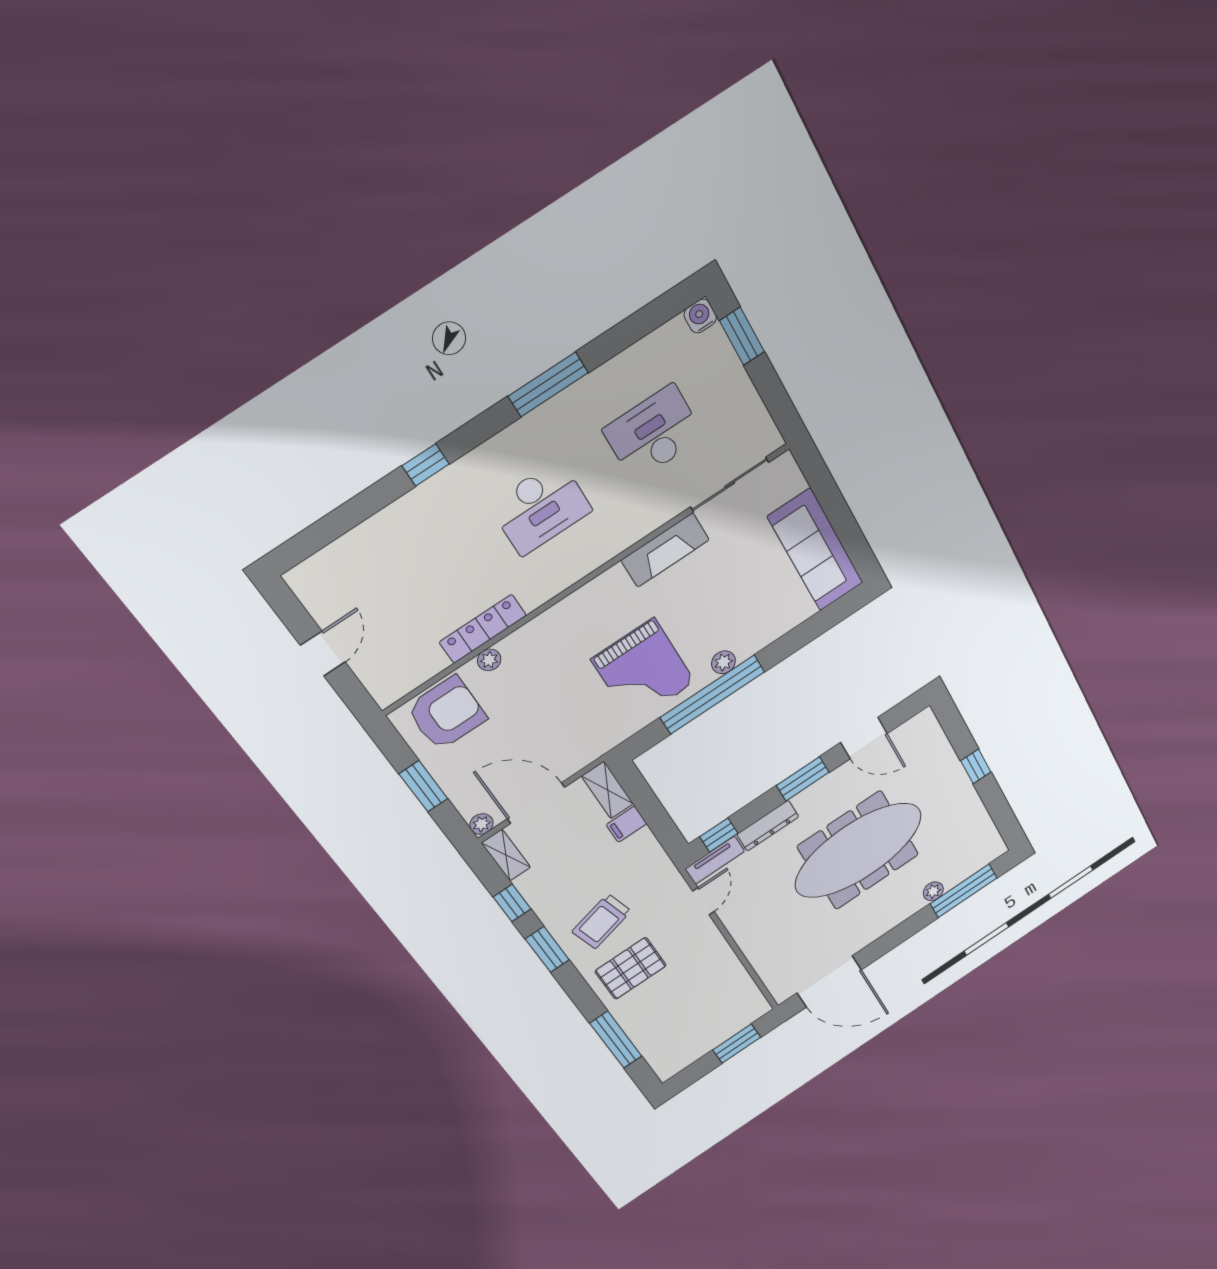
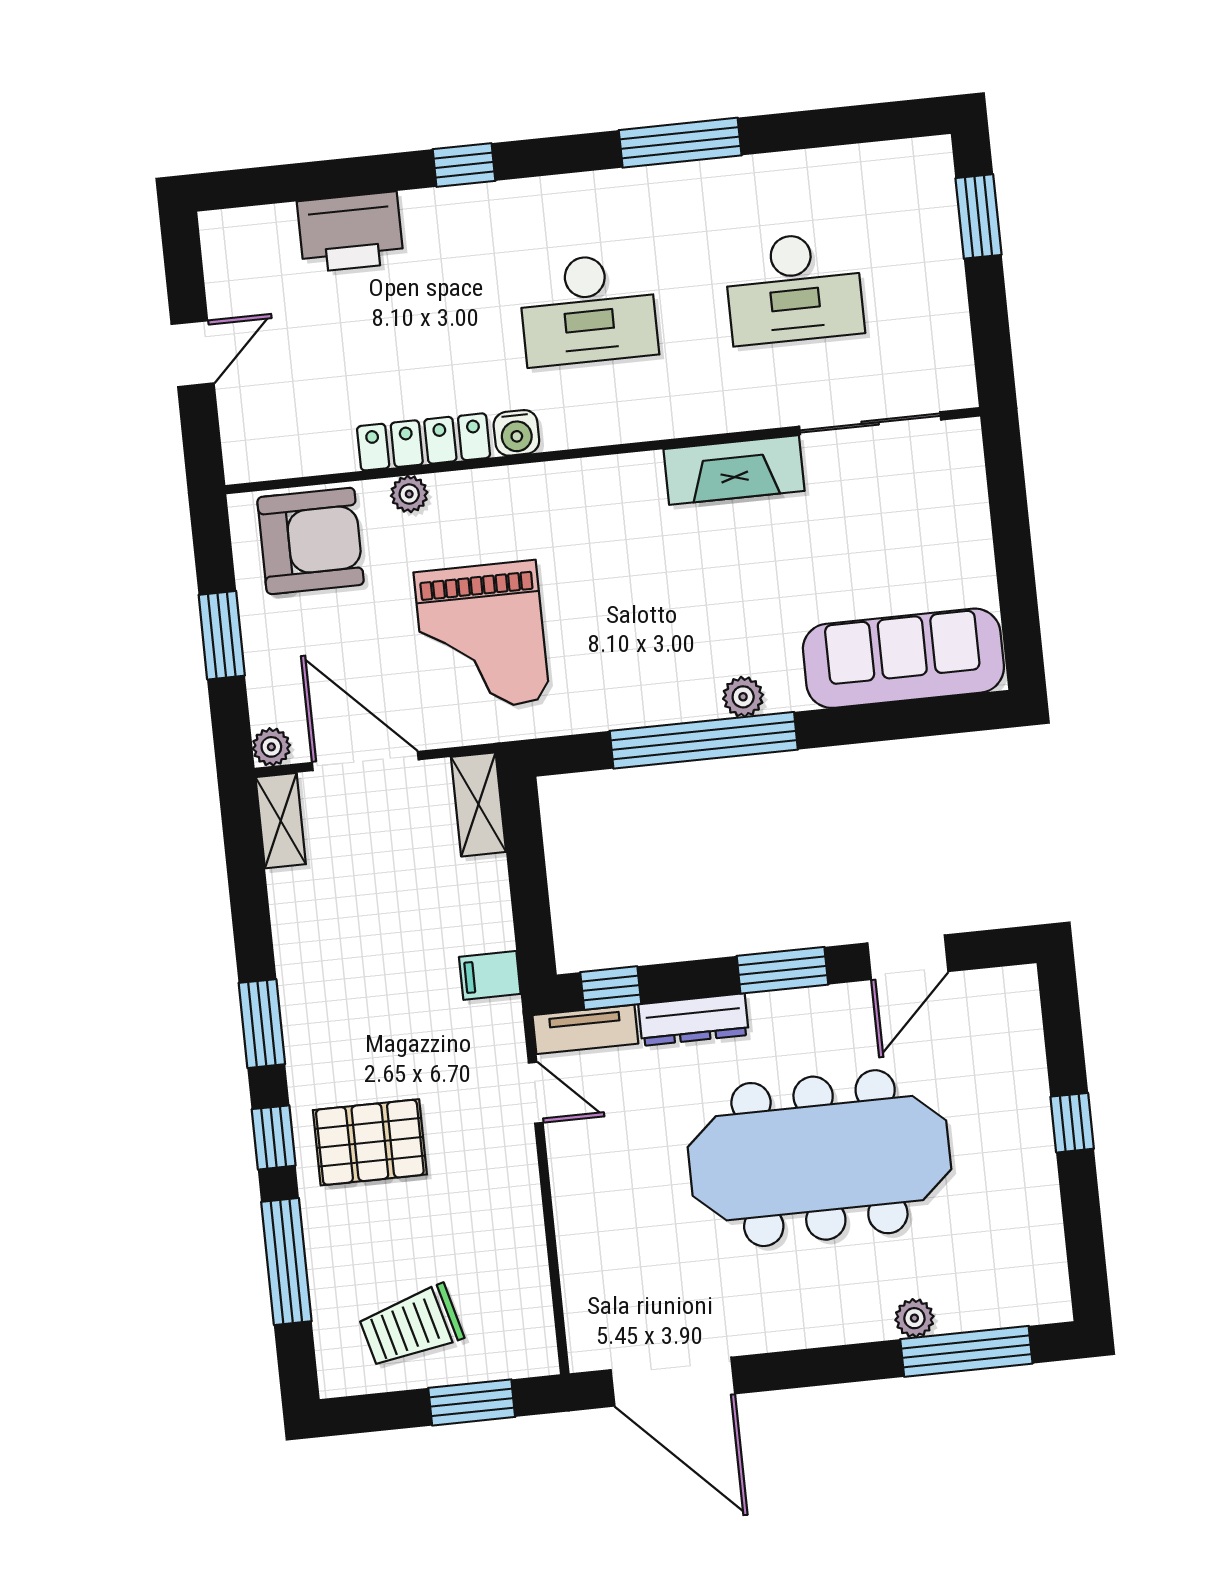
water cooler: (700, 316) -> (516, 433), moved, turned 180
desk: (654, 433) -> (794, 288), turned 180
printer: (378, 539) -> (350, 232), added
sofa: (815, 550) -> (903, 658), moved, turned 90
grand piano: (643, 671) -> (482, 637), moved
door: (864, 738) -> (908, 957), hinge flipped
filing cabinet: (627, 824) -> (490, 975), moved
door: (703, 901) -> (536, 1093), hinge flipped
window: (512, 903) -> (274, 1137), moved
trolley: (602, 921) -> (411, 1326), moved

